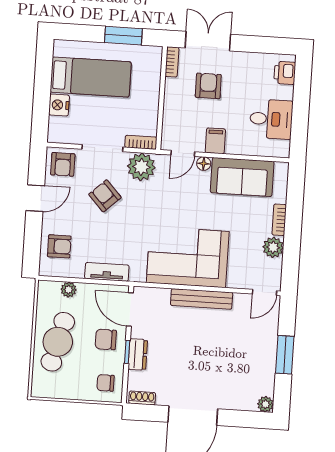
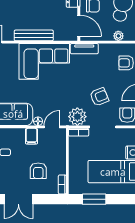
double door: (208, 41) -> (18, 199), moved
armchair: (105, 196) -> (99, 97), turned -69
tv unit: (107, 272) -> (84, 49), moved

